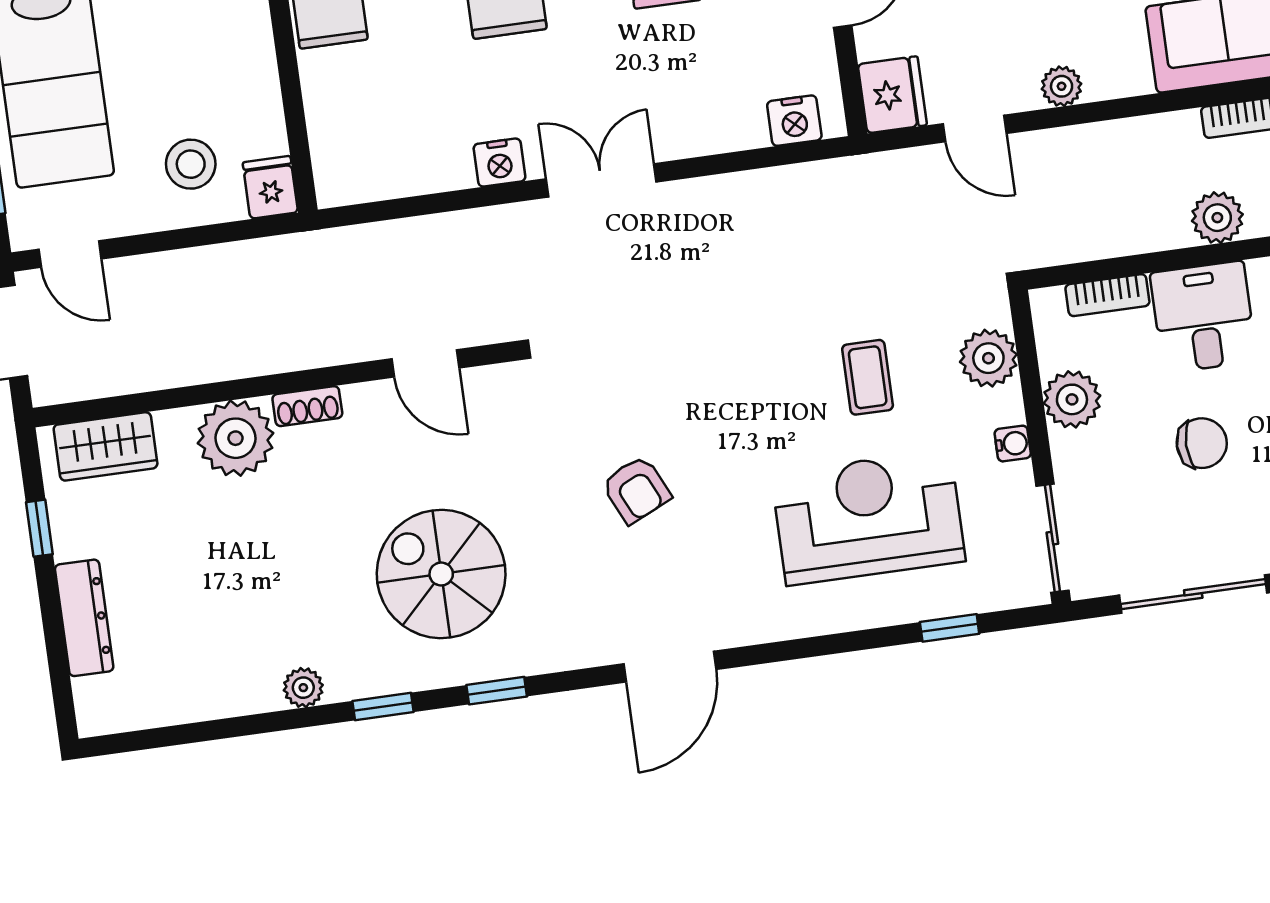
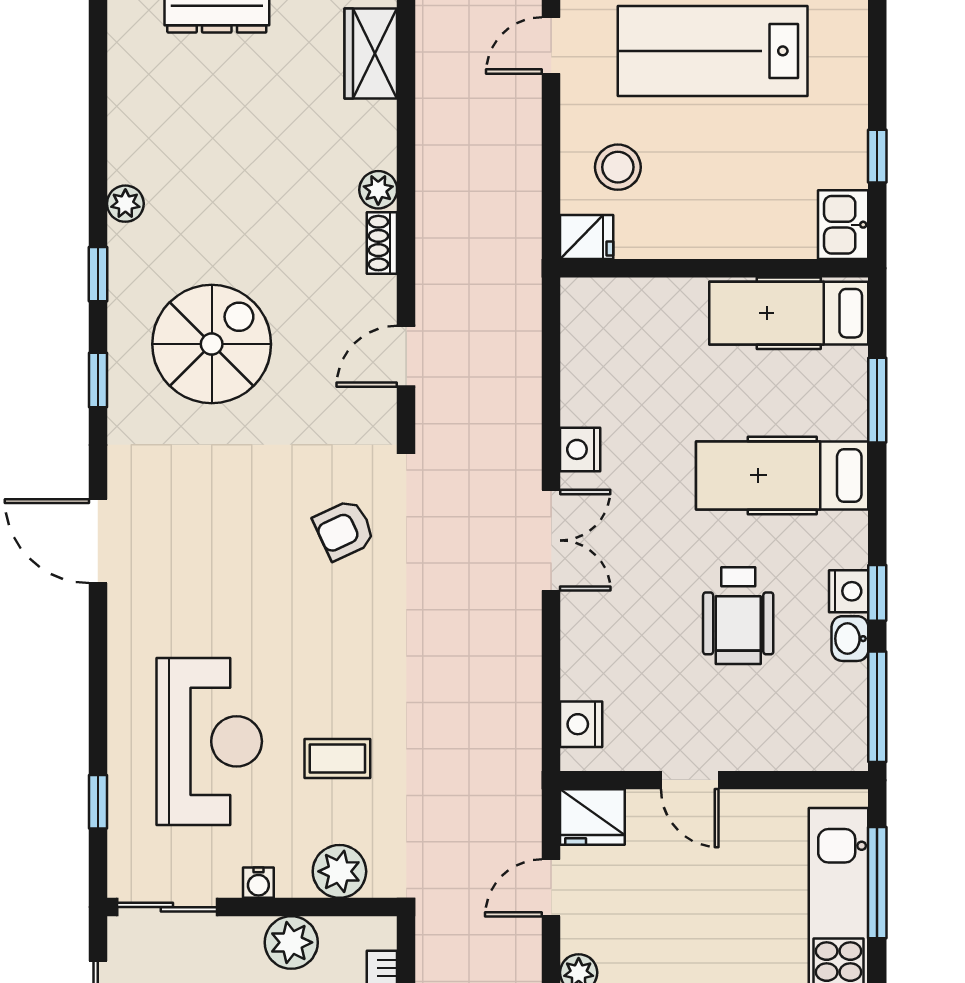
plant: (236, 438) -> (378, 190), width x0.53, depth x0.53
armchair: (636, 490) -> (344, 530), moved

